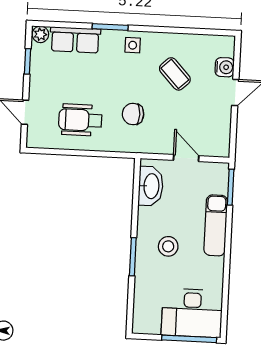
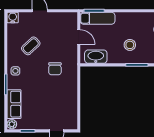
water cooler: (225, 67) -> (13, 18), moved
wheelchair: (80, 120) -> (60, 99), removed
door: (186, 158) -> (79, 37), swing flipped
exam couch: (216, 225) -> (97, 18), moved

